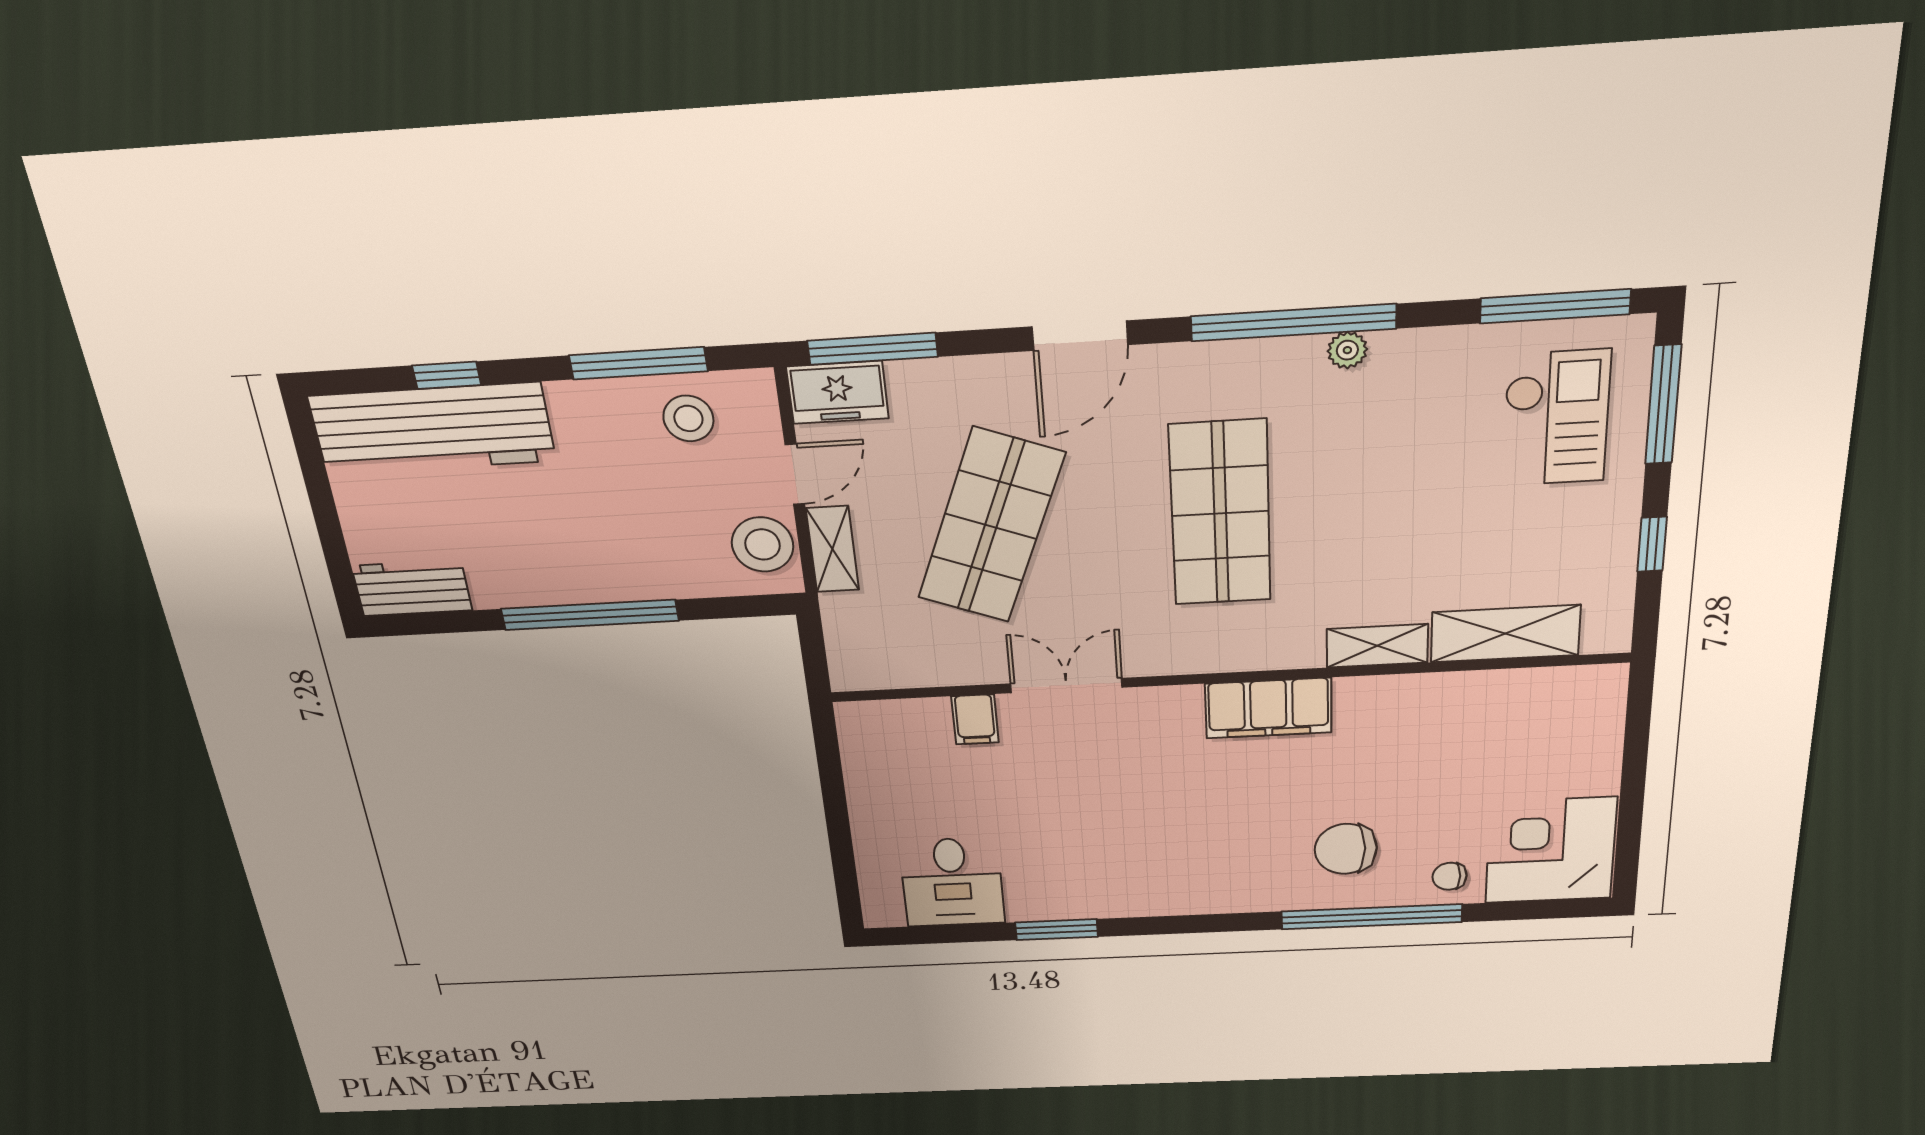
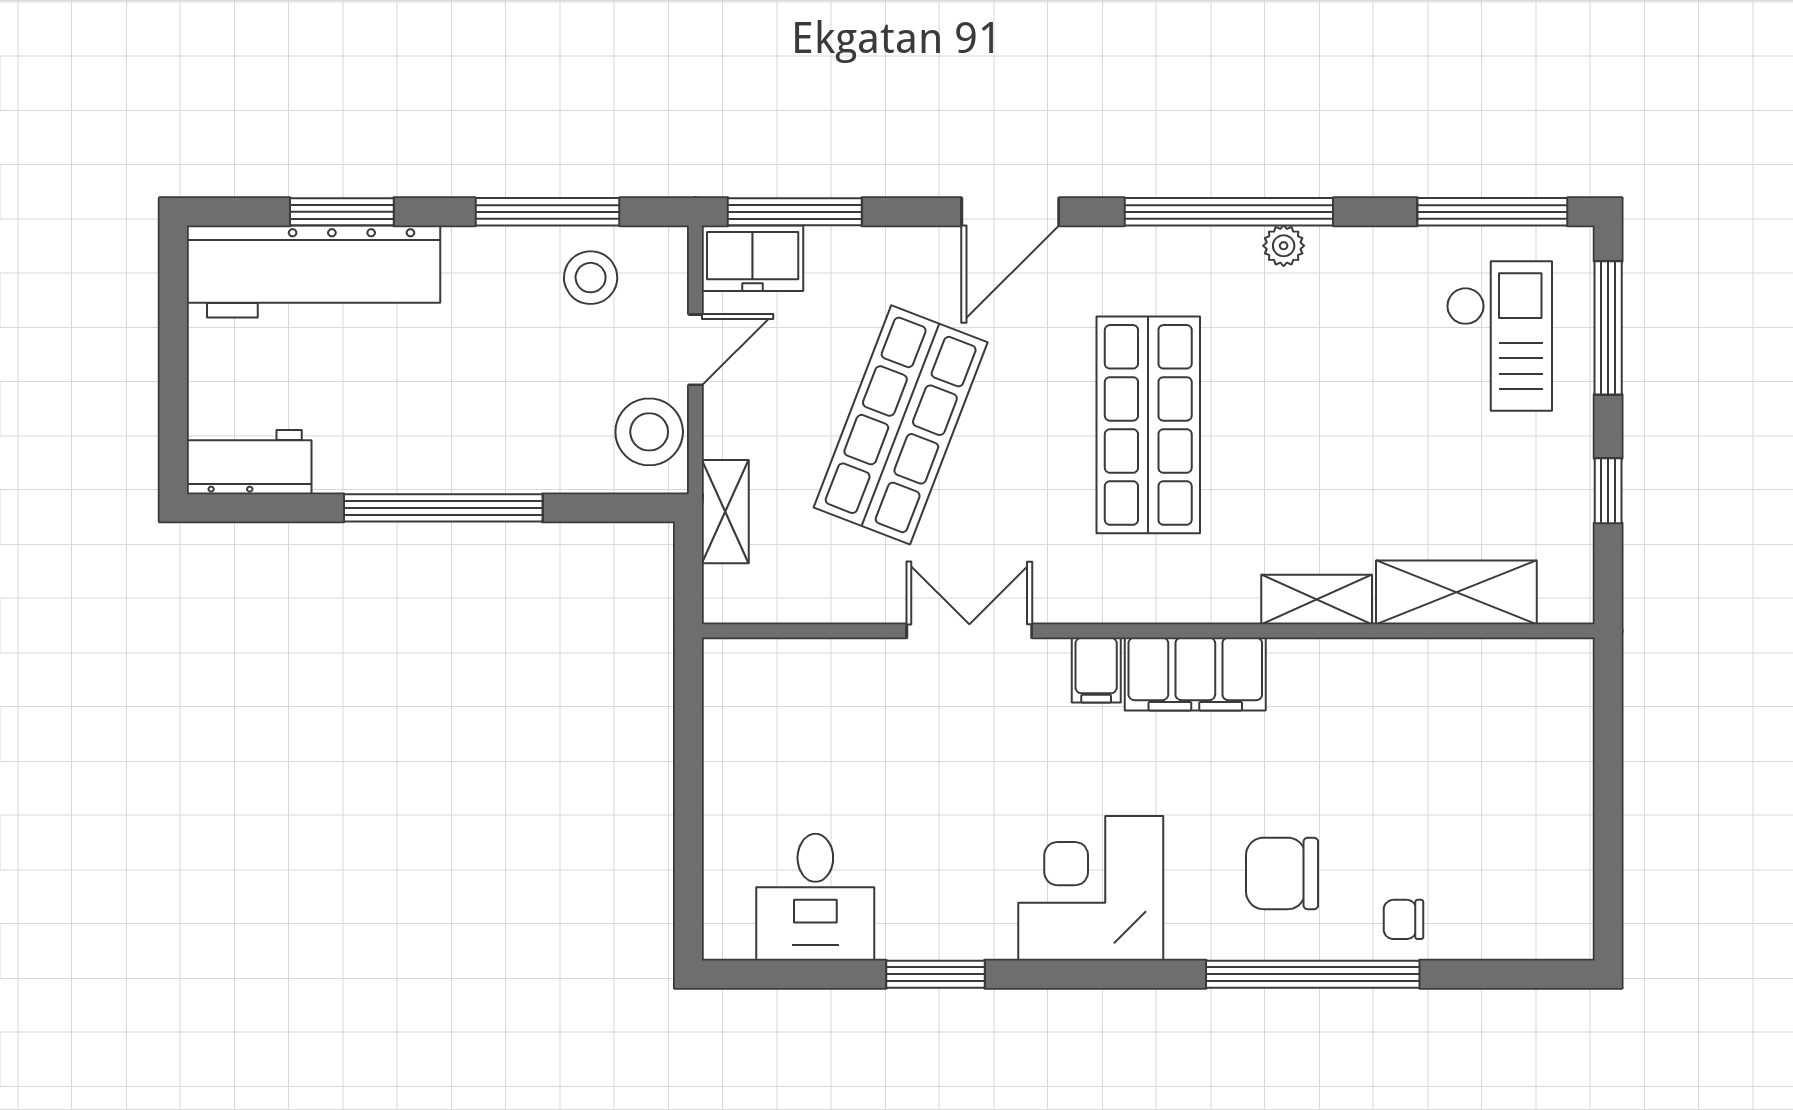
window: (447, 375) -> (342, 212), width x1.50
shelving: (832, 549) -> (725, 512), moved
filing cabinet: (975, 719) -> (1096, 670), moved
corner desk: (1551, 850) -> (1091, 888), moved

